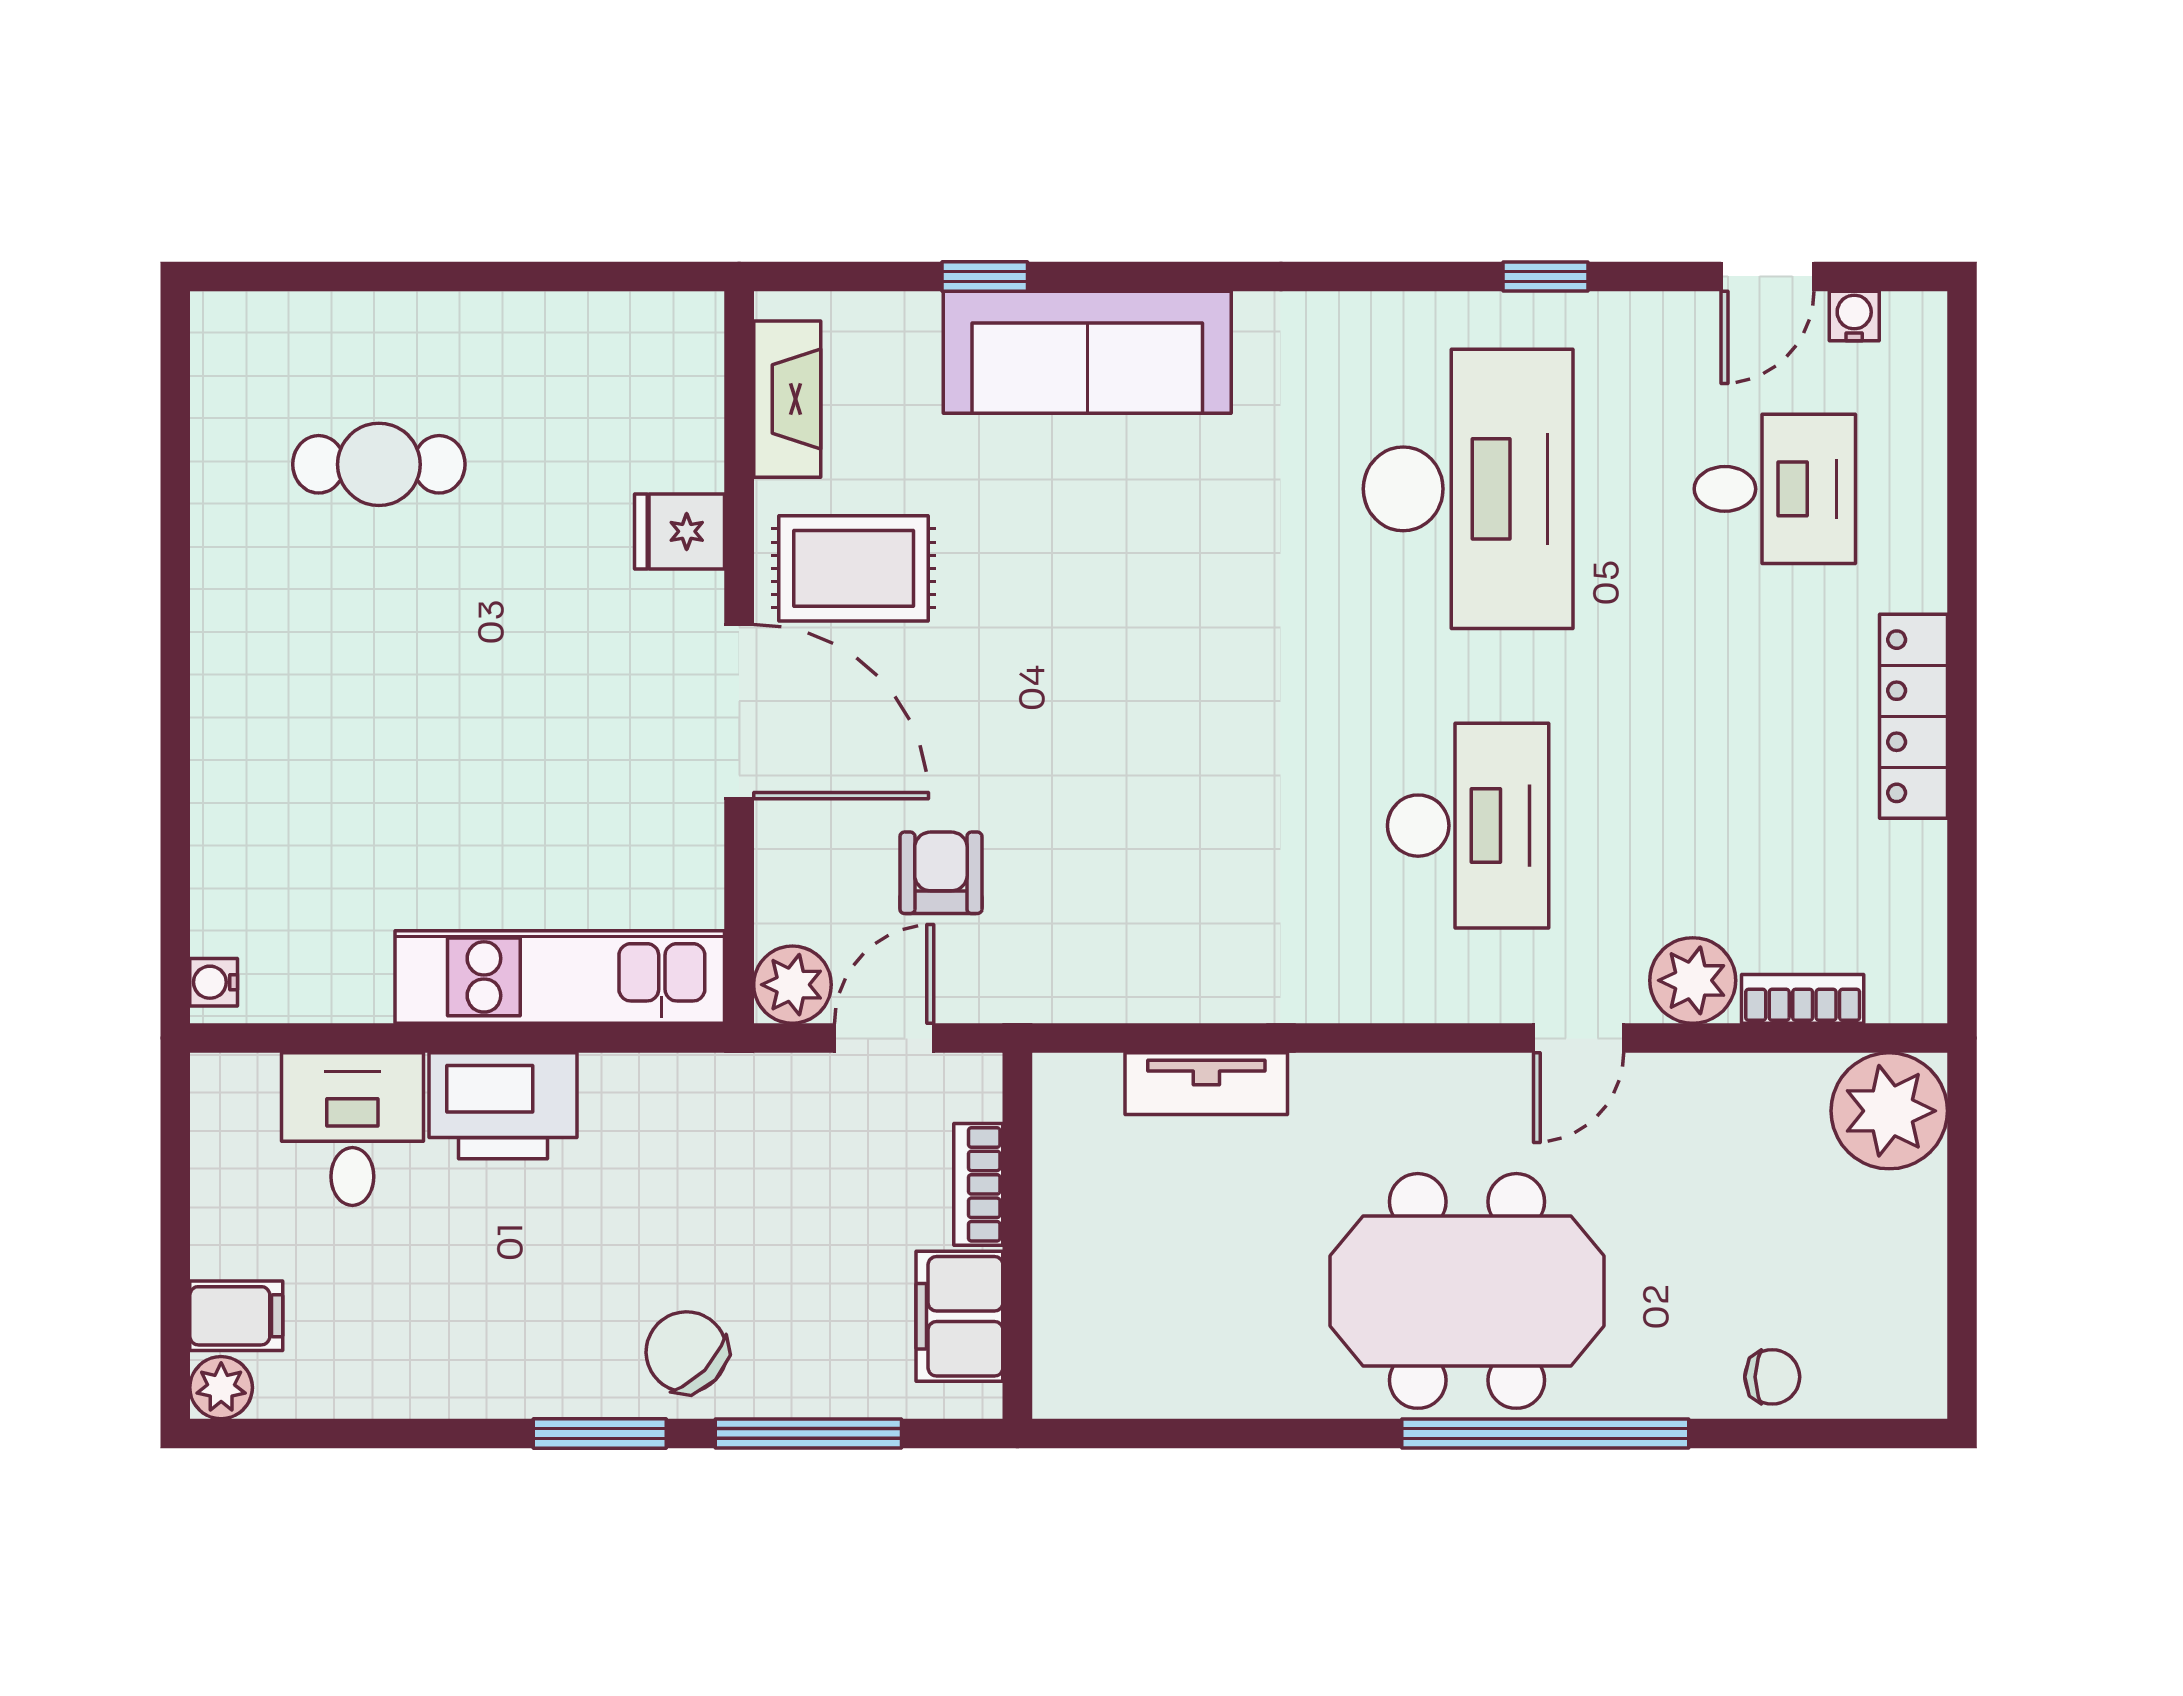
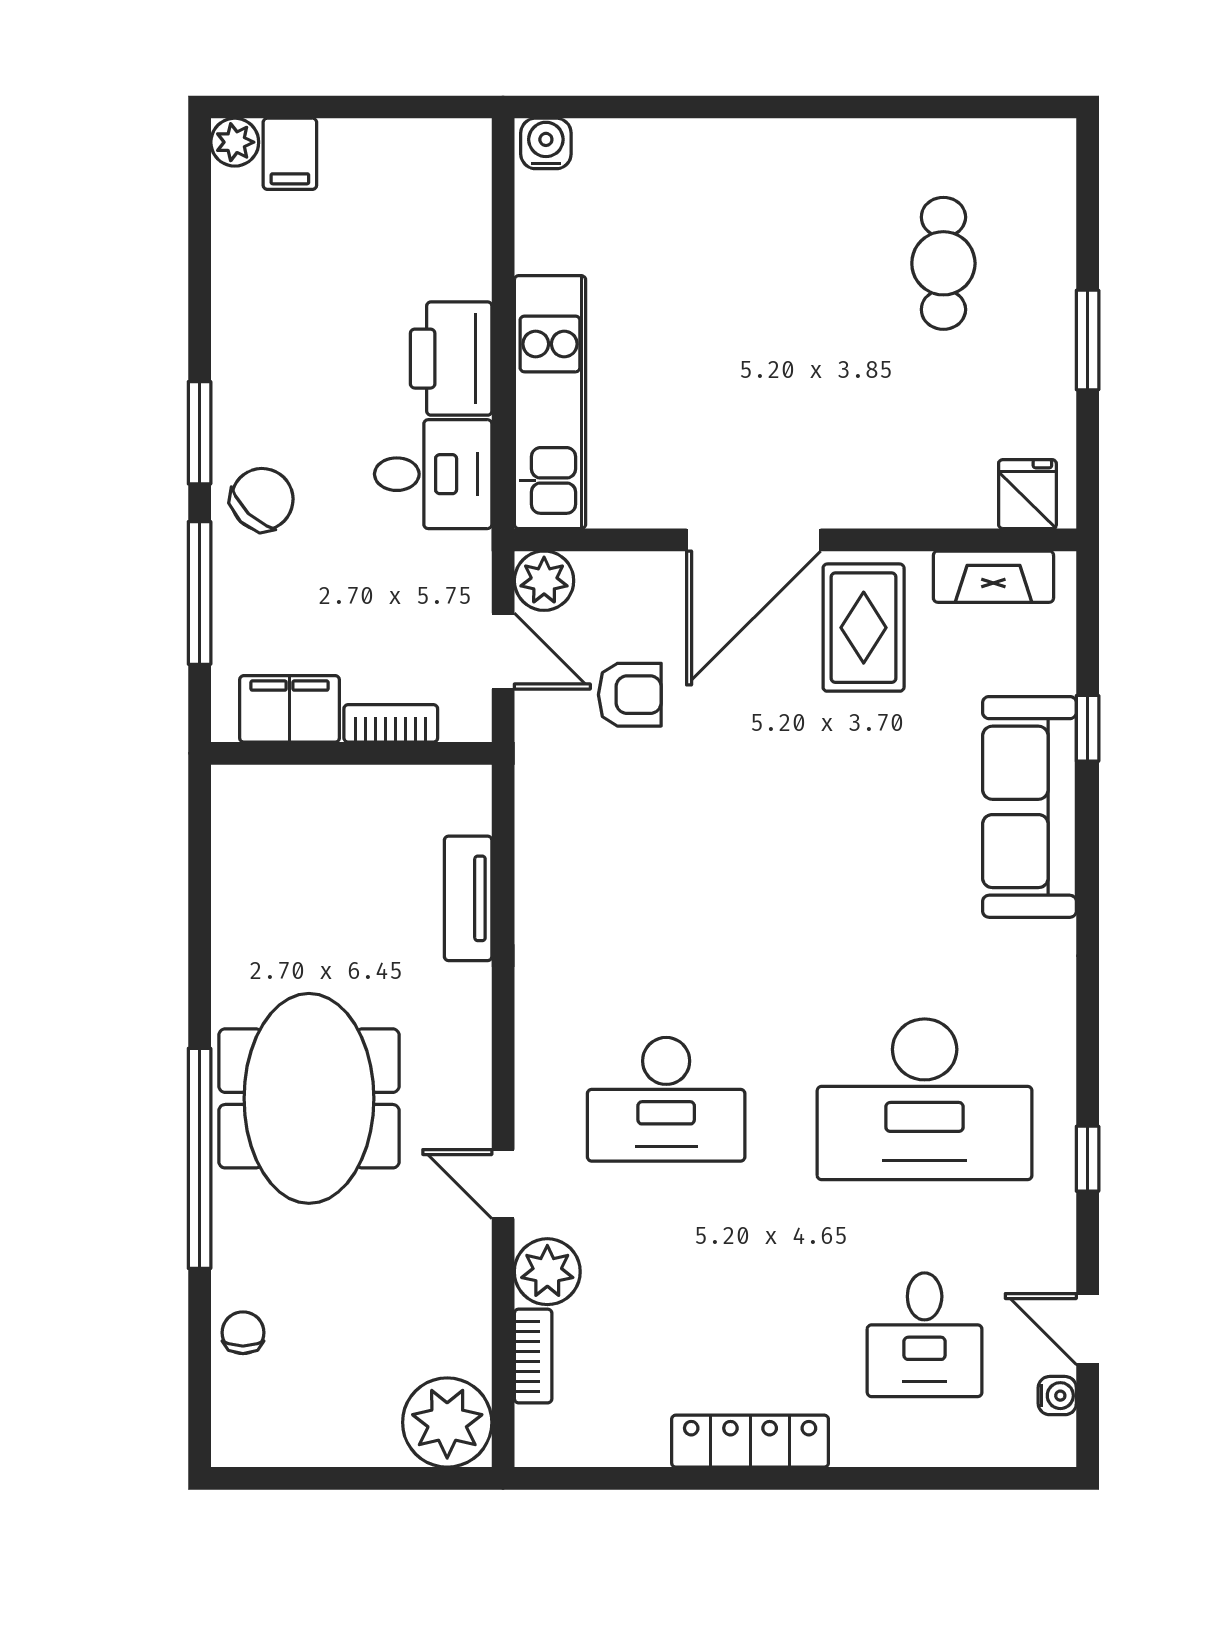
window: (479, 276) -> (1088, 340), added
fridge: (680, 531) -> (1027, 494), moved
water cooler: (214, 982) -> (546, 143), width x1.38, depth x1.38
desk: (352, 1129) -> (433, 474), moved
chair: (1772, 1377) -> (243, 1333), turned 180

